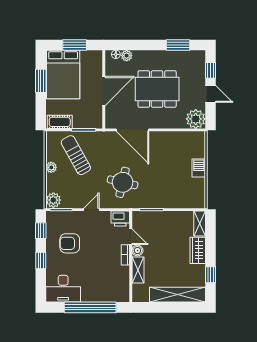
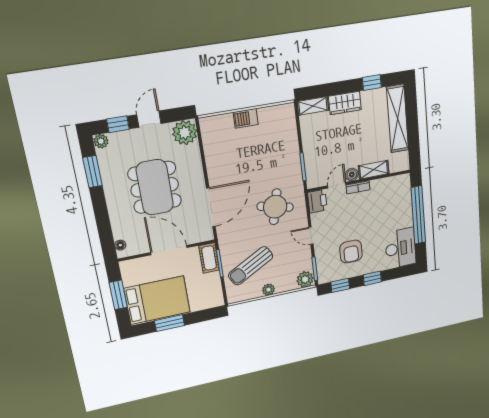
plant: (127, 56) -> (101, 141), moved
cot: (60, 122) -> (209, 258), moved

